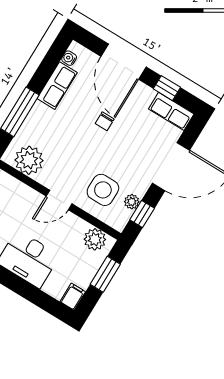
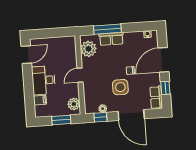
row of seats: (57, 86) -> (111, 39), moved
side table: (103, 190) -> (120, 87), moved
door: (59, 200) -> (80, 75), hinge flipped
filing cabinet: (73, 297) -> (40, 100), moved

